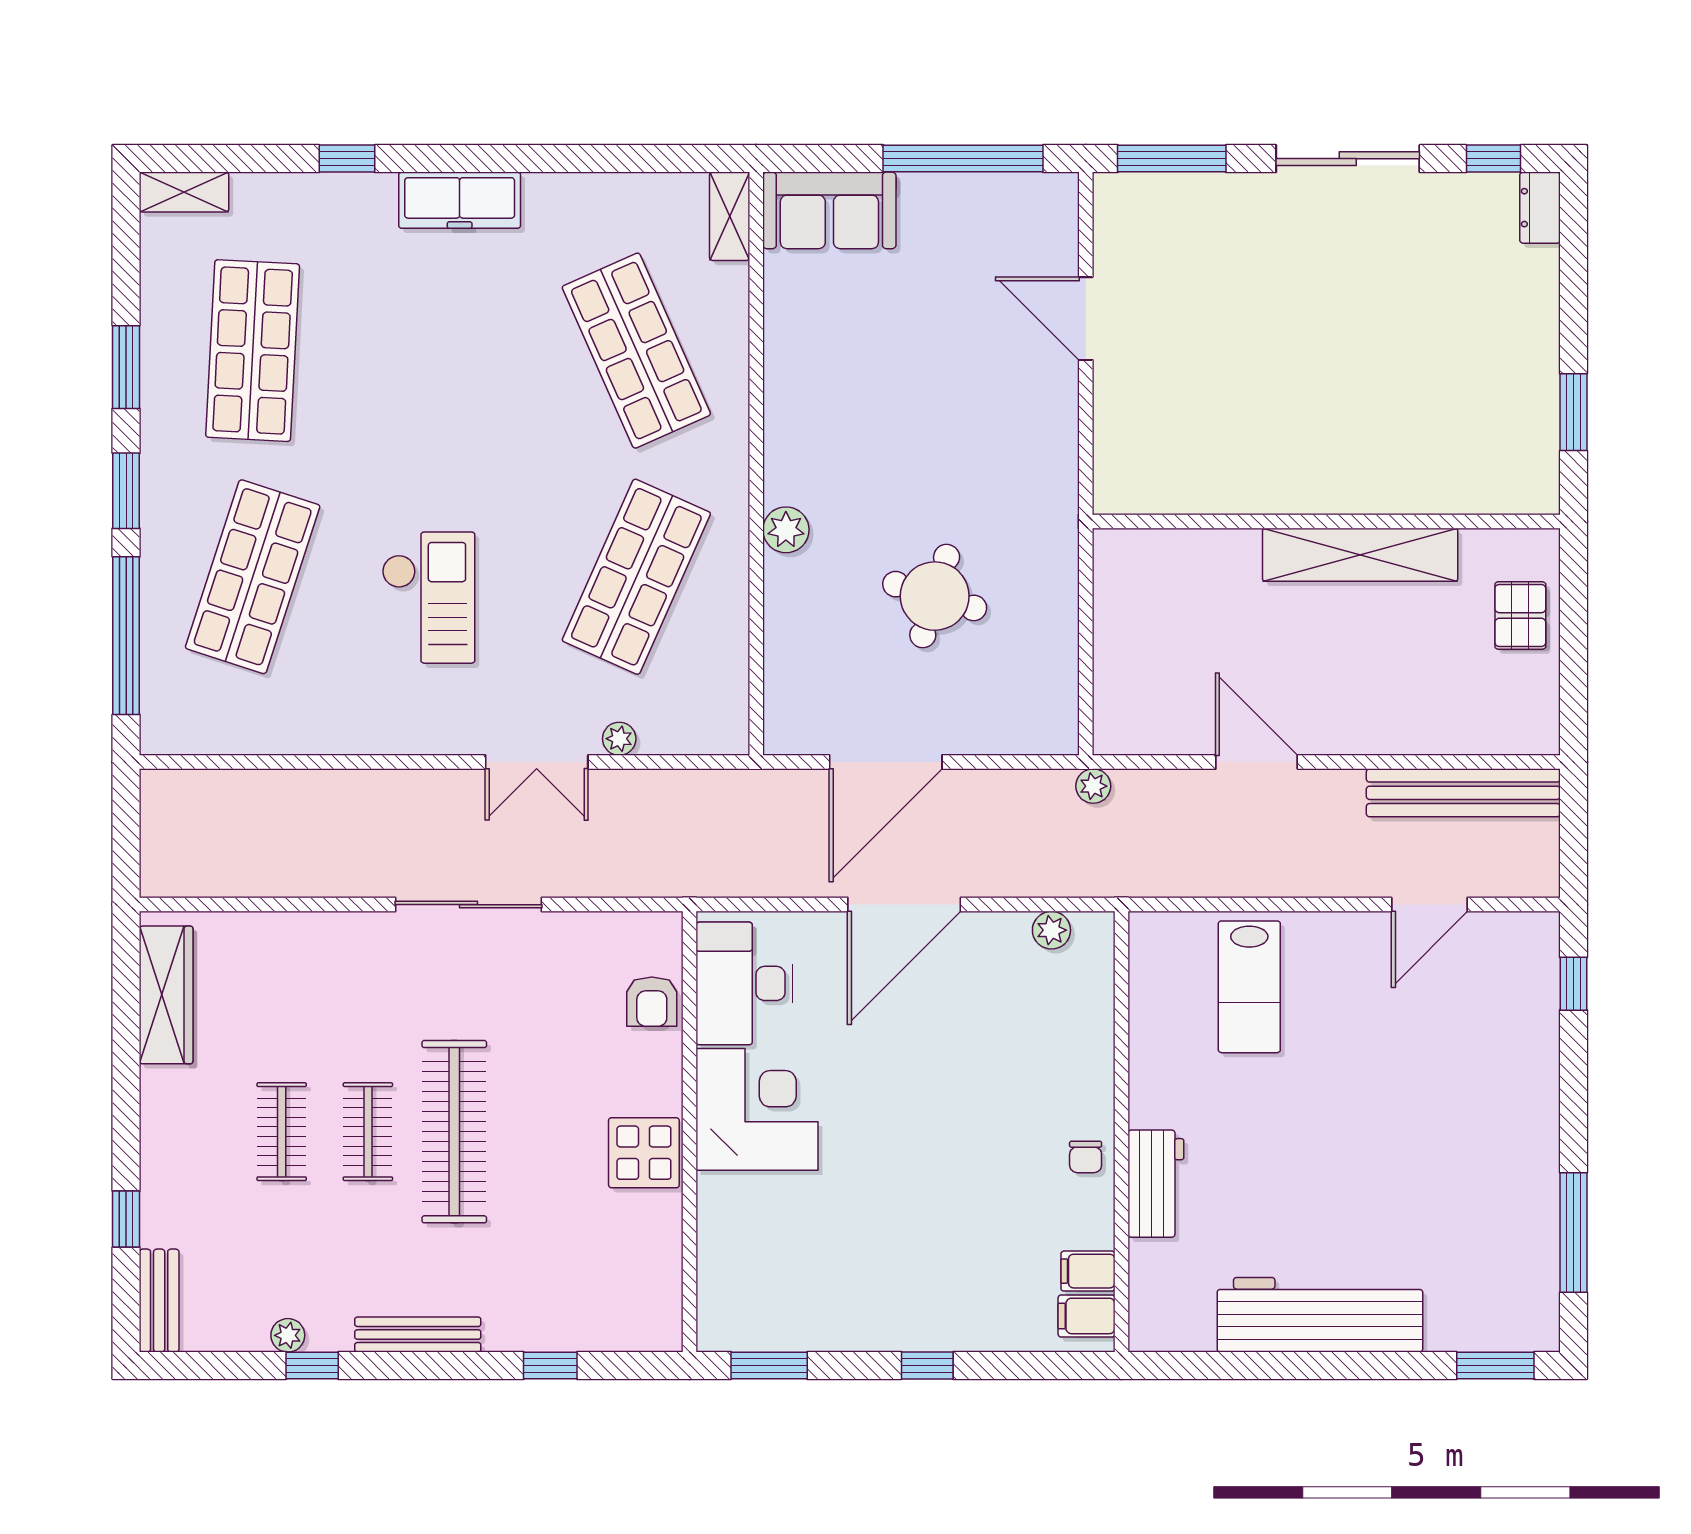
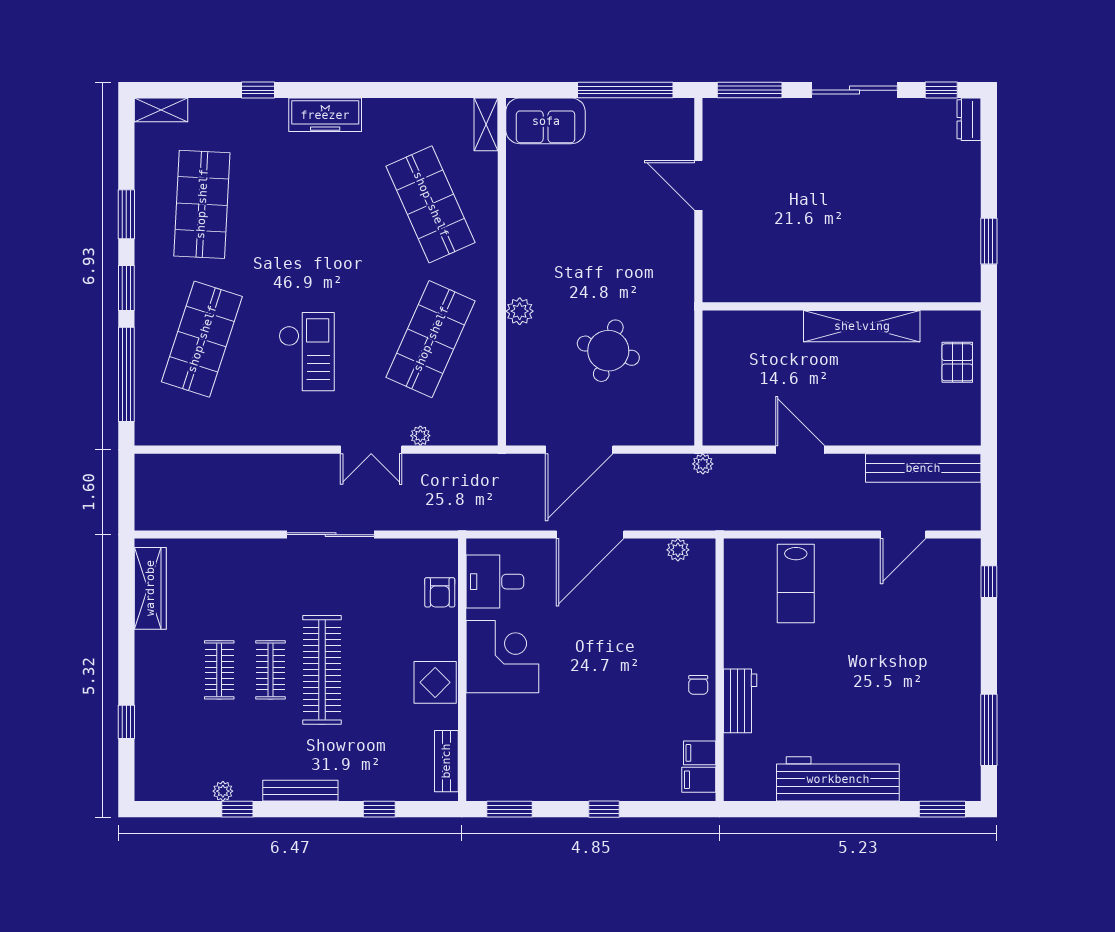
desk: (744, 983) -> (495, 582), width x0.73
bench: (159, 1301) -> (446, 761), moved

